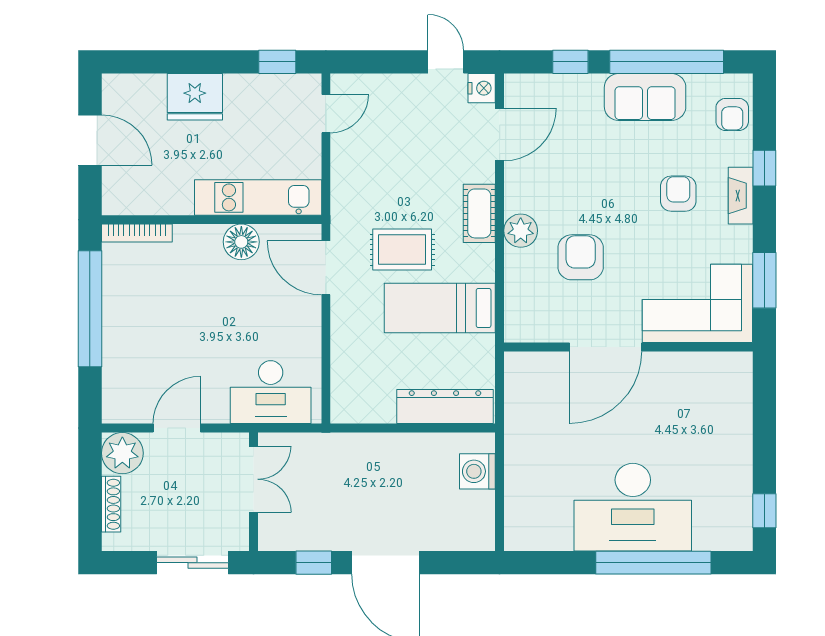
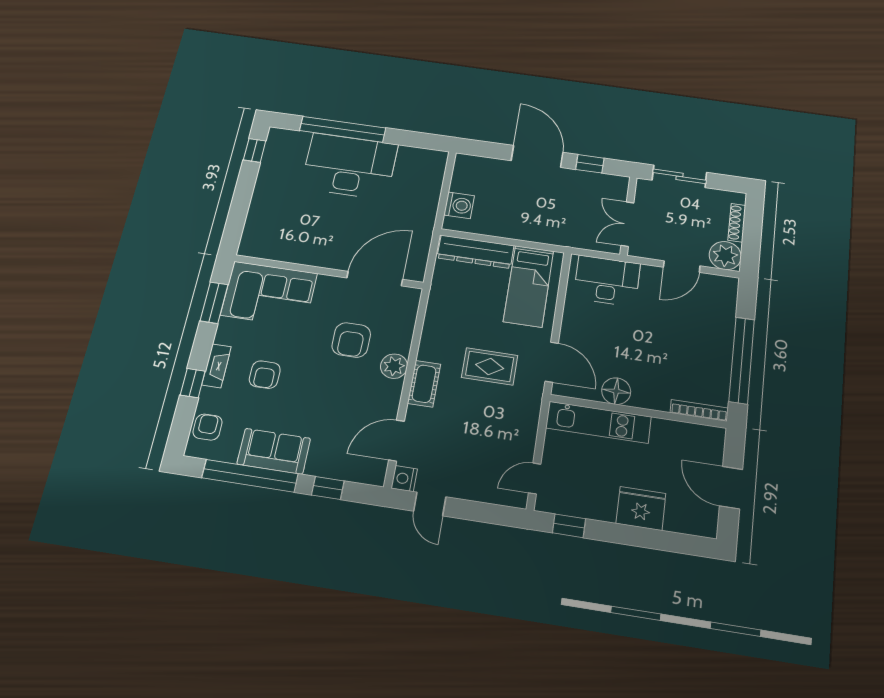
bed: (440, 308) -> (529, 286), moved, turned 90
door: (606, 347) -> (375, 279), moved

